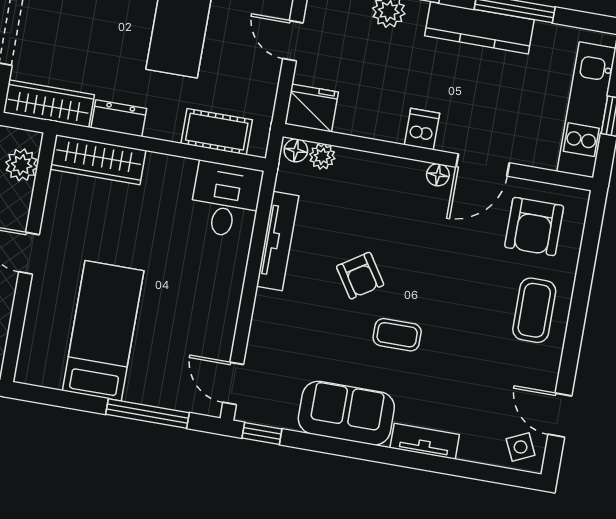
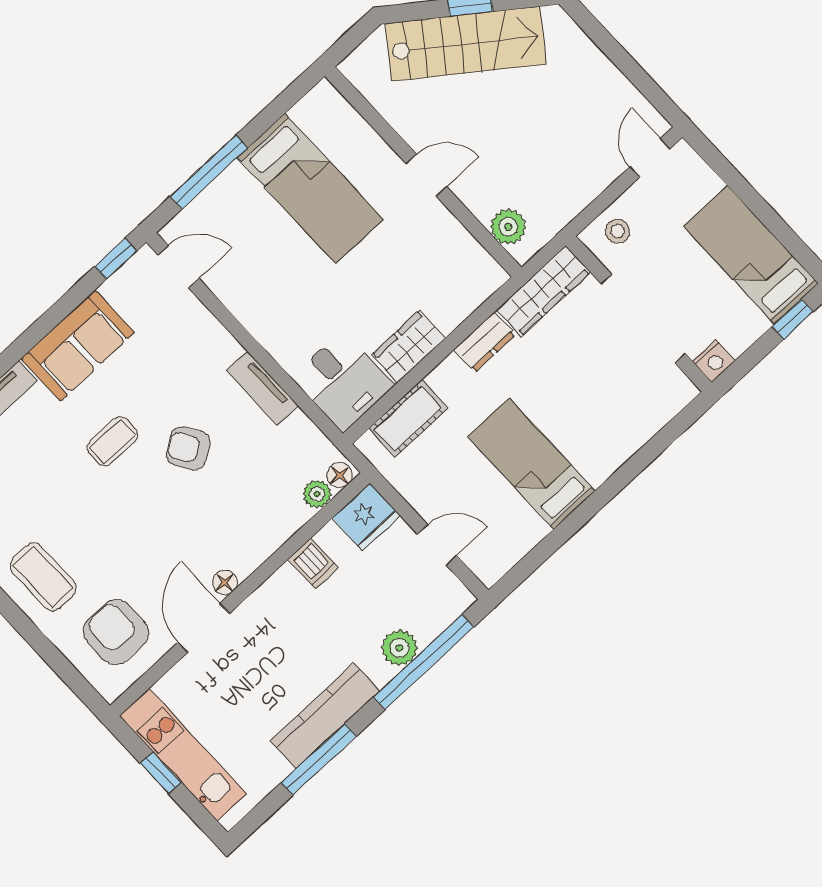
dishwasher: (422, 129) -> (313, 563), moved
wardrobe: (98, 160) -> (408, 347), moved, width x0.67
tv unit: (278, 241) -> (262, 388), width x0.71

